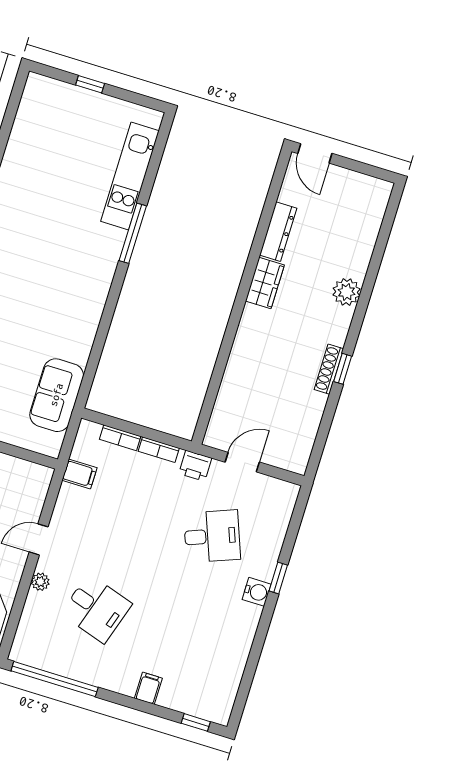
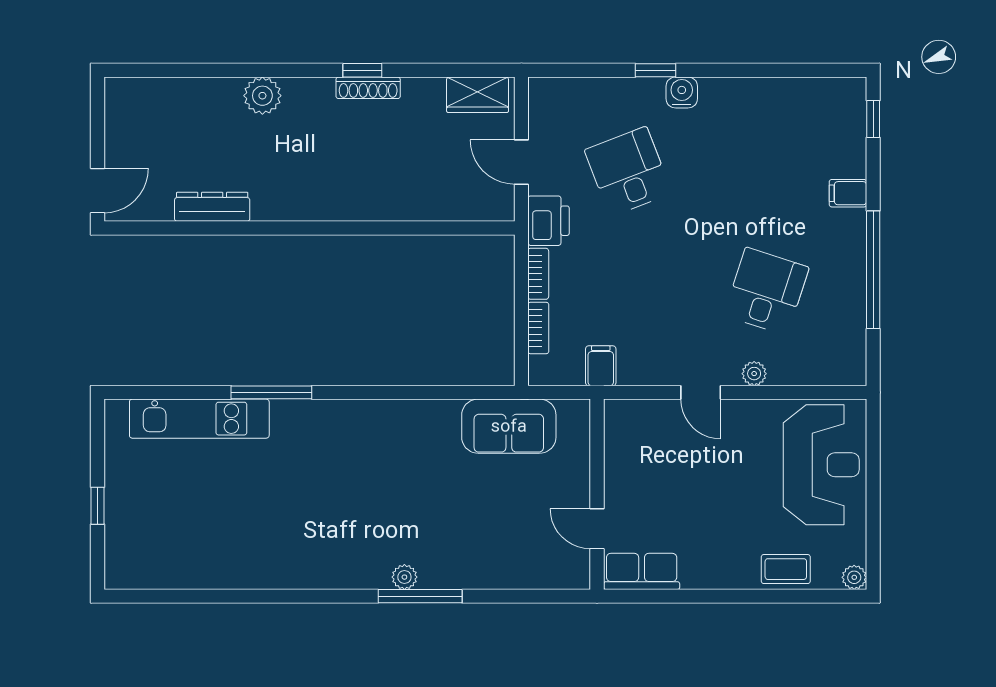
wardrobe: (265, 283) -> (478, 95), moved, turned 180
printer: (195, 466) -> (549, 221), width x1.36, depth x1.24
window: (55, 679) -> (873, 270), moved

